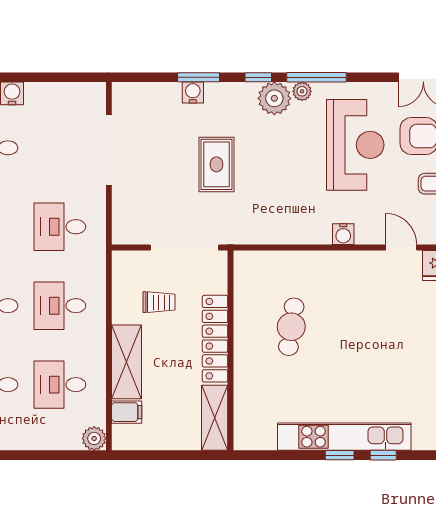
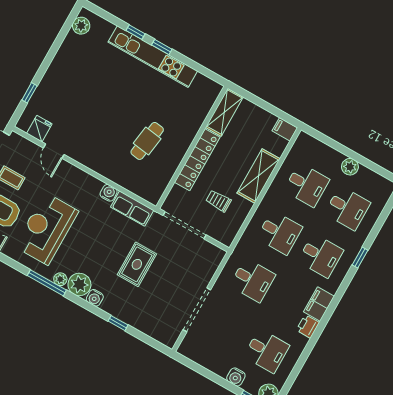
window: (198, 77) -> (118, 323), width x0.67
window: (258, 77) -> (82, 303), removed
water cooler: (193, 92) -> (95, 298), moved
row of seats: (262, 231) -> (132, 209), added
water cooler: (343, 234) -> (109, 193), moved
filing cabinet: (127, 412) -> (285, 129), moved
plant: (94, 438) -> (350, 167), moved

